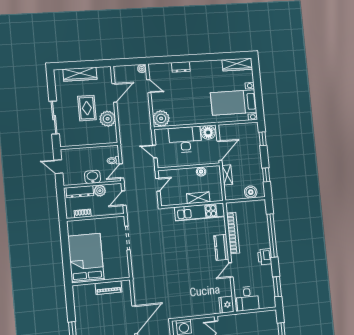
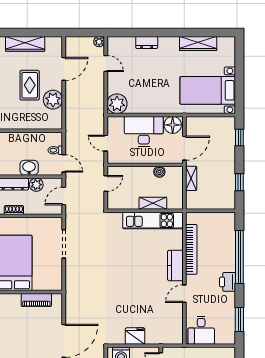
wardrobe: (237, 64) -> (198, 44), moved
door: (121, 171) -> (64, 163), swing flipped
boiler: (251, 192) -> (218, 202), removed
fridge: (226, 305) -> (135, 336), moved, turned 90

